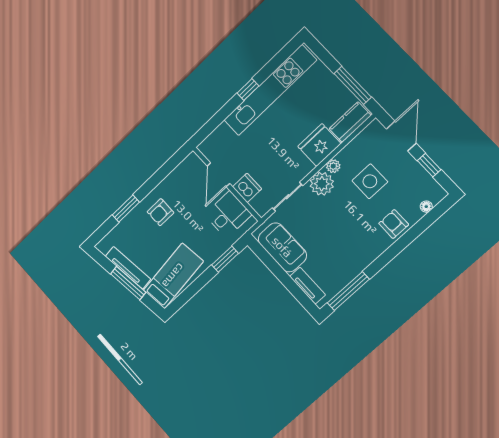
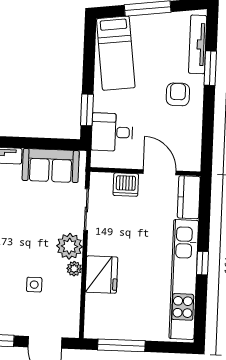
kitchen counter: (350, 122) -> (189, 197), moved, turned 180
side table: (370, 181) -> (34, 285), width x0.54, depth x0.54
desk: (228, 215) -> (112, 132), moved, turned 90
tv unit: (128, 268) -> (198, 44), moved, turned 97

